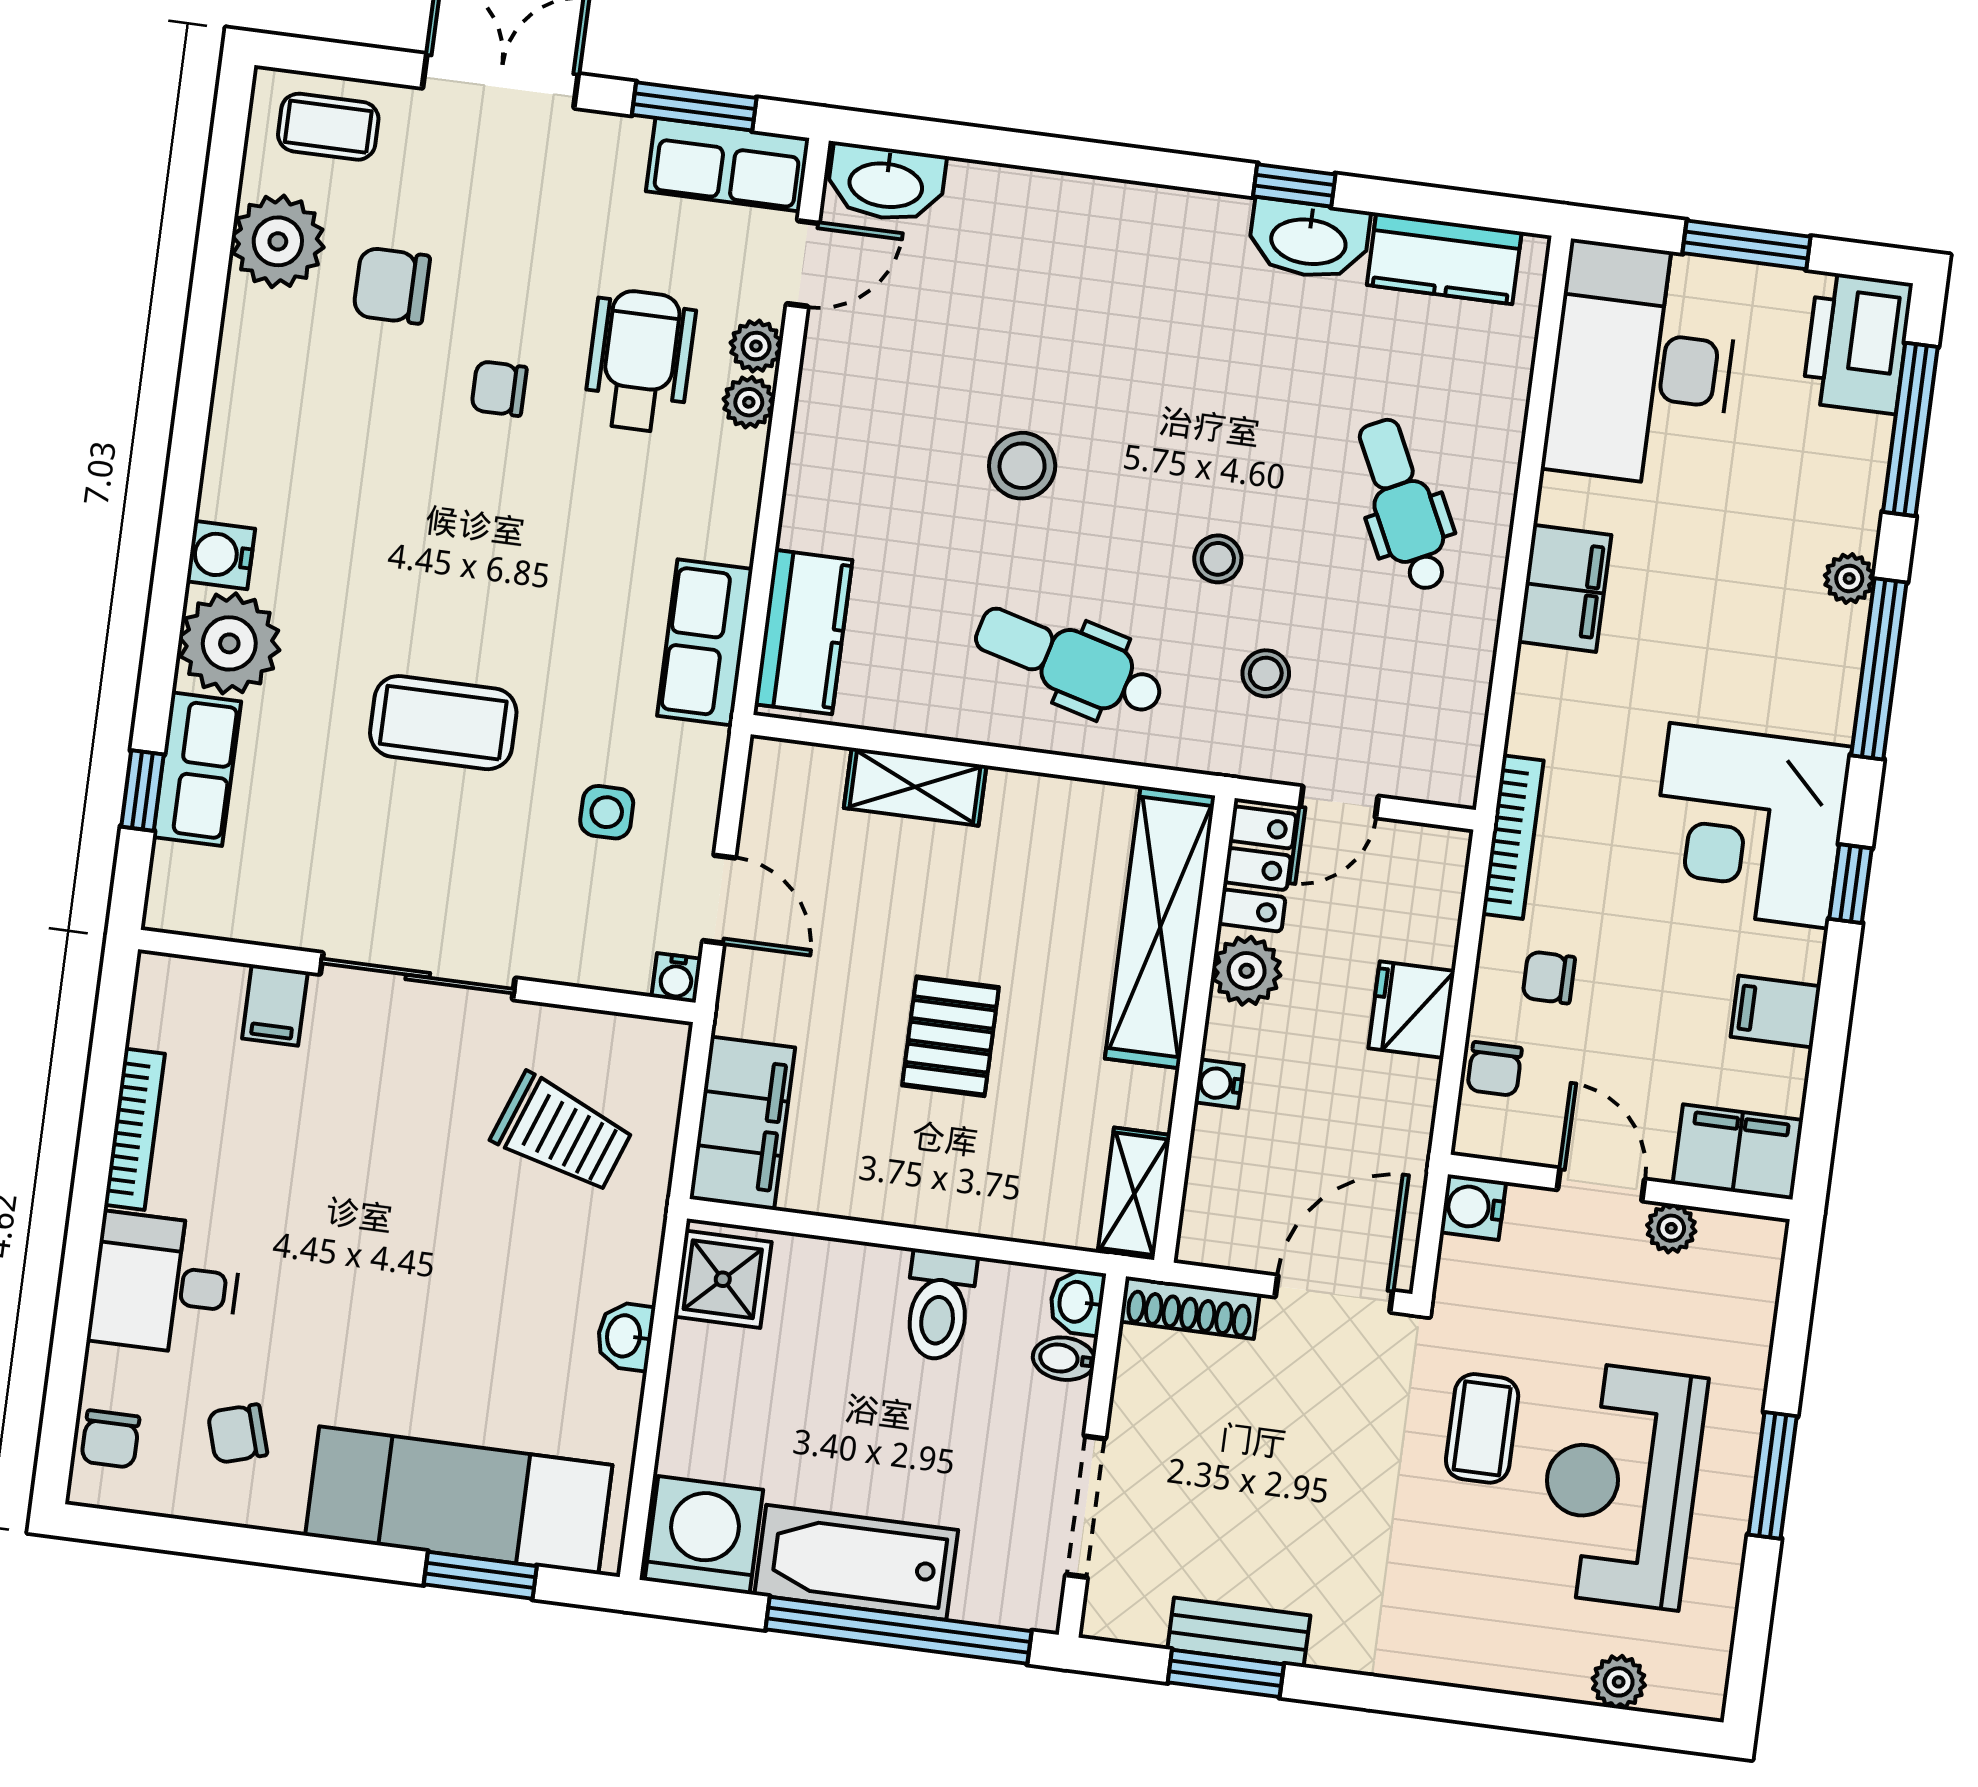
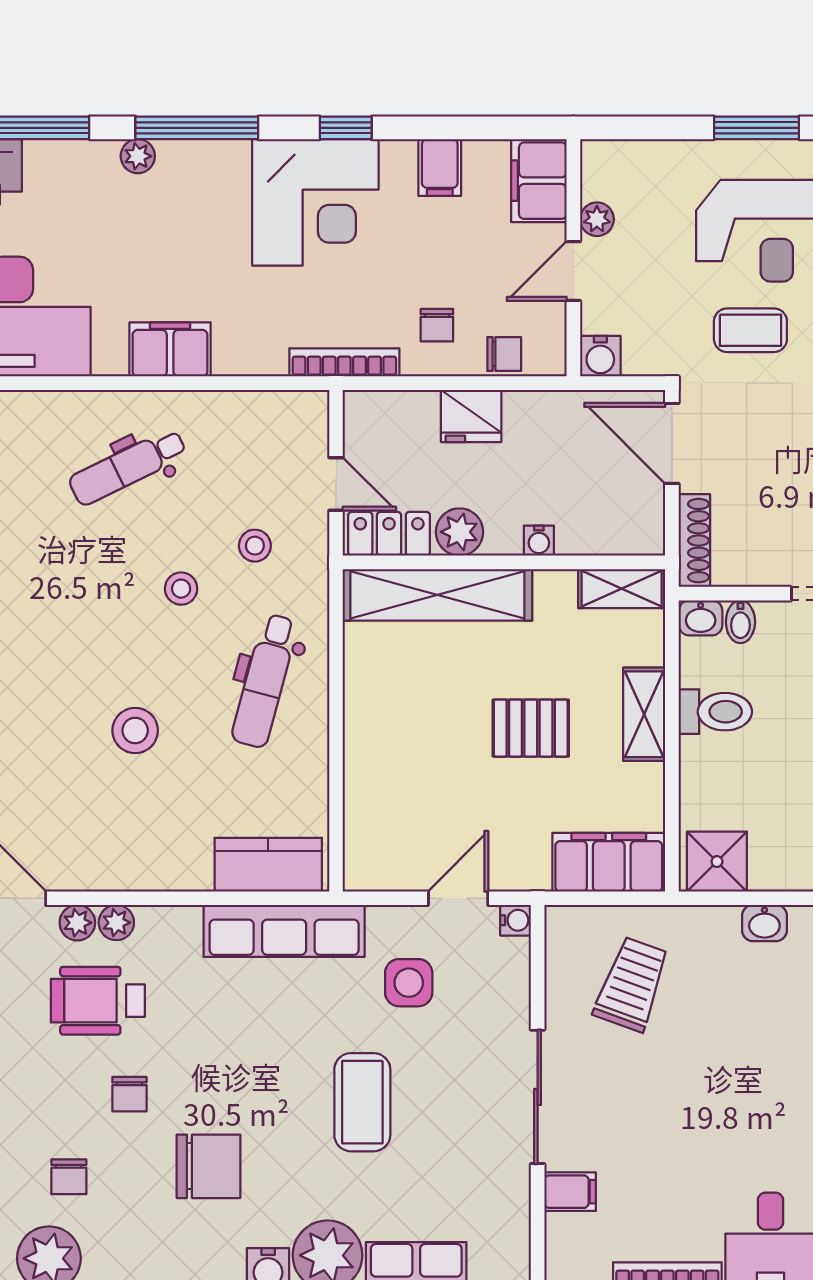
chair: (392, 286) -> (69, 1177), width x0.73, depth x0.73
chair: (380, 489) -> (208, 1166), added
row of seats: (705, 642) -> (284, 931), width x1.48
shelving: (915, 787) -> (644, 714), moved
side table: (607, 812) -> (409, 983), width x1.37, depth x1.37

